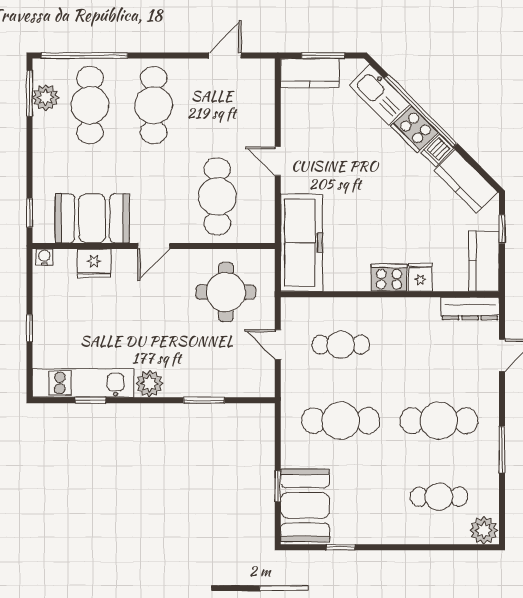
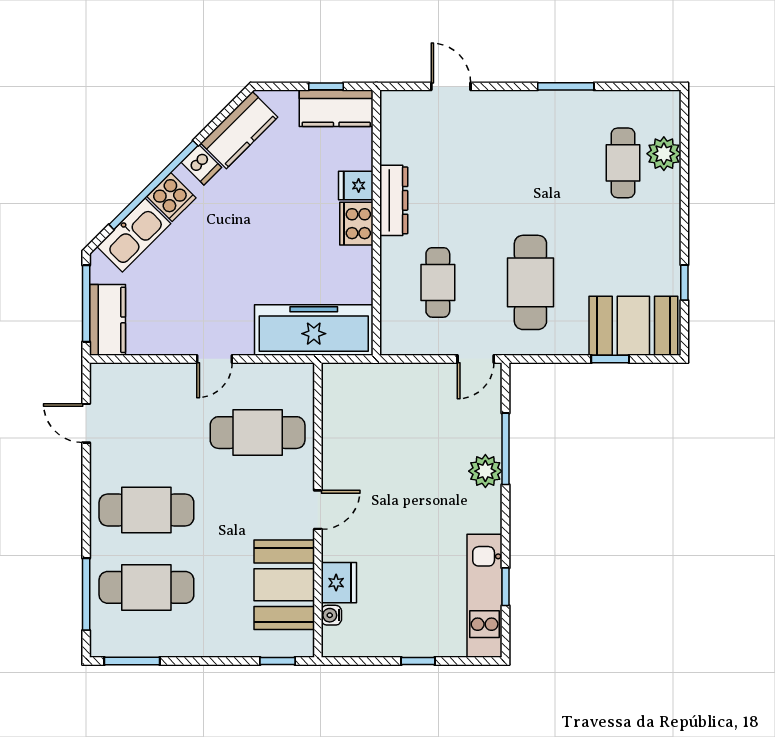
window: (84, 56) -> (86, 594), width x0.68
window: (323, 56) -> (86, 304), width x1.44
plant: (46, 97) -> (137, 641), removed
cooker: (414, 129) -> (171, 197), width x0.73
window: (502, 229) -> (326, 86), moved
door: (154, 246) -> (318, 510), hinge flipped
water cooler: (44, 257) -> (331, 615), moved
round table: (226, 292) -> (374, 422), removed
dresser: (470, 308) -> (394, 200), moved
door: (278, 345) -> (476, 359), moved
plant: (149, 384) -> (485, 471), moved
window: (204, 400) -> (505, 449), width x1.44
cafe table: (439, 421) -> (530, 163), removed
plant: (484, 530) -> (664, 154), moved

